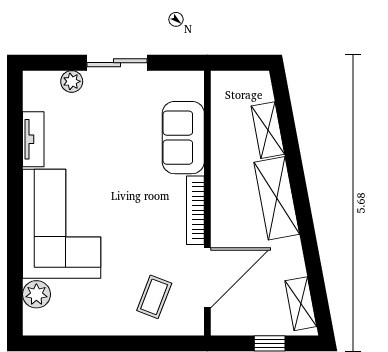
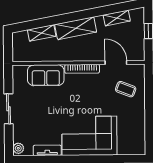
plant: (72, 81) -> (18, 148), moved
door: (207, 278) -> (116, 63), width x0.73
plant: (36, 294) -> (125, 148), removed
shelving: (301, 304) -> (117, 18), moved

